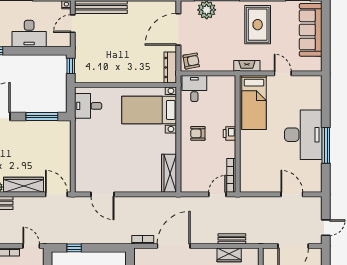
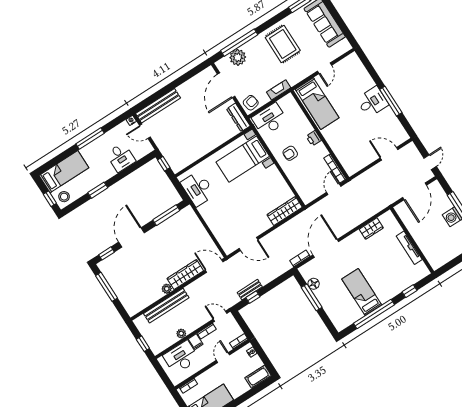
door: (73, 24) -> (145, 131), hinge flipped
desk: (29, 34) -> (121, 157), width x0.73
fireplace: (247, 66) -> (279, 90), moved
door: (283, 73) -> (325, 68), swing flipped
desk: (194, 88) -> (270, 119), width x1.37
desk: (88, 106) -> (198, 189), width x1.37
desk: (303, 135) -> (372, 102), width x0.53, depth x0.77
wardrobe: (169, 173) -> (285, 211), moved, turned 90
bench: (232, 239) -> (250, 290), moved

